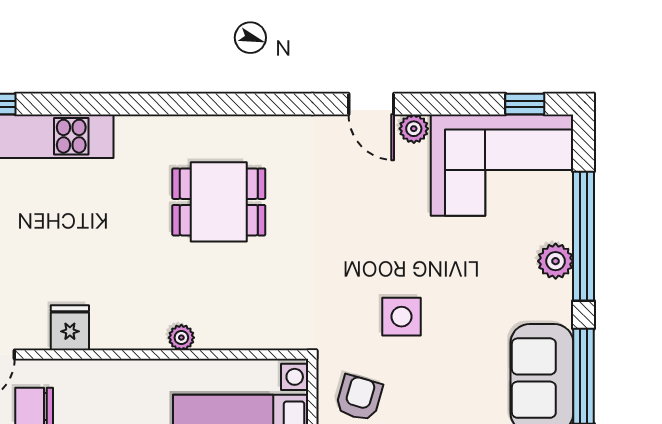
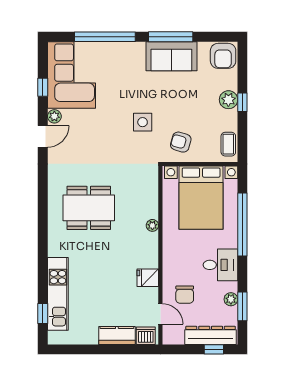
window: (525, 104) -> (43, 87), moved
dining table: (219, 202) -> (89, 208), width x1.38
plant: (556, 261) -> (117, 50), removed

